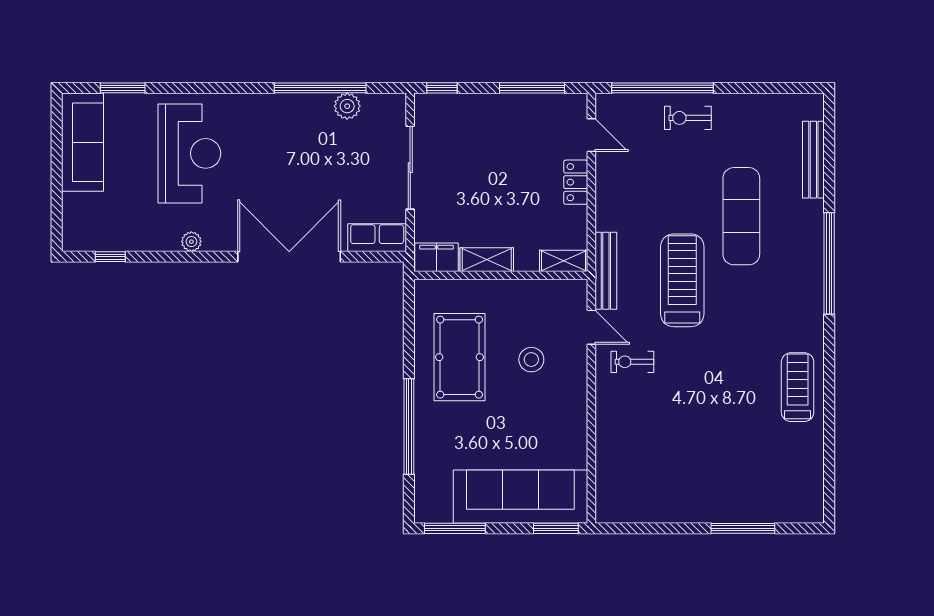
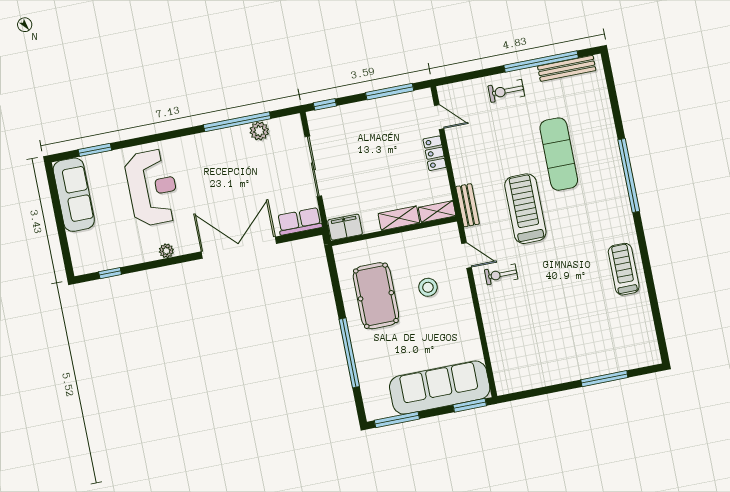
window: (662, 88) -> (541, 62), moved
bench: (813, 160) -> (567, 68), moved, turned 90
shelving: (487, 260) -> (399, 218), moved
bench: (606, 271) -> (468, 205), width x0.73

